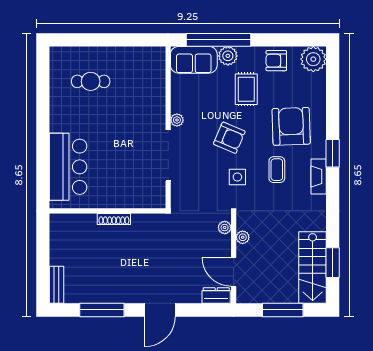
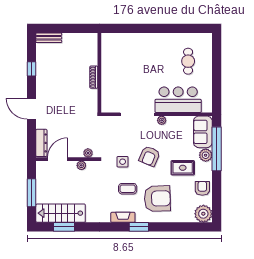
bar counter: (68, 167) -> (178, 100), moved, turned 180
dresser: (216, 296) -> (41, 143), width x1.44
window: (102, 310) -> (31, 69), width x0.46

